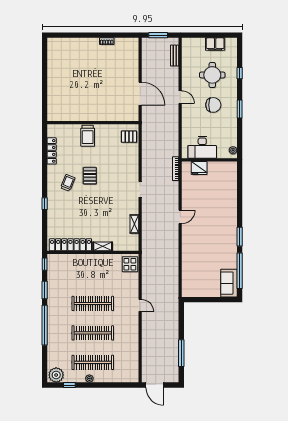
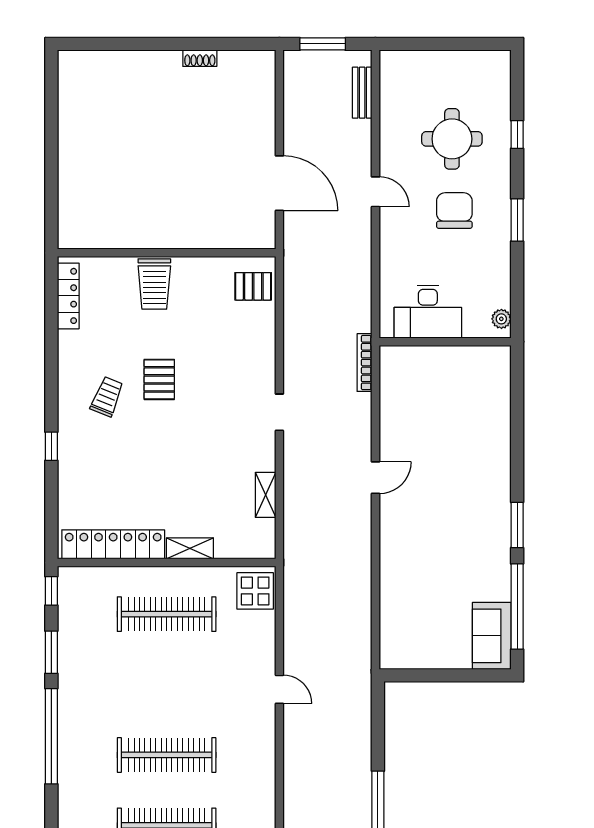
filing cabinet: (215, 44) -> (459, 65), removed
chair: (213, 105) -> (454, 210), turned -90
locker: (52, 151) -> (68, 296), moved
fridge: (199, 168) -> (421, 361), removed
clothes rail: (93, 303) -> (167, 614), moved

